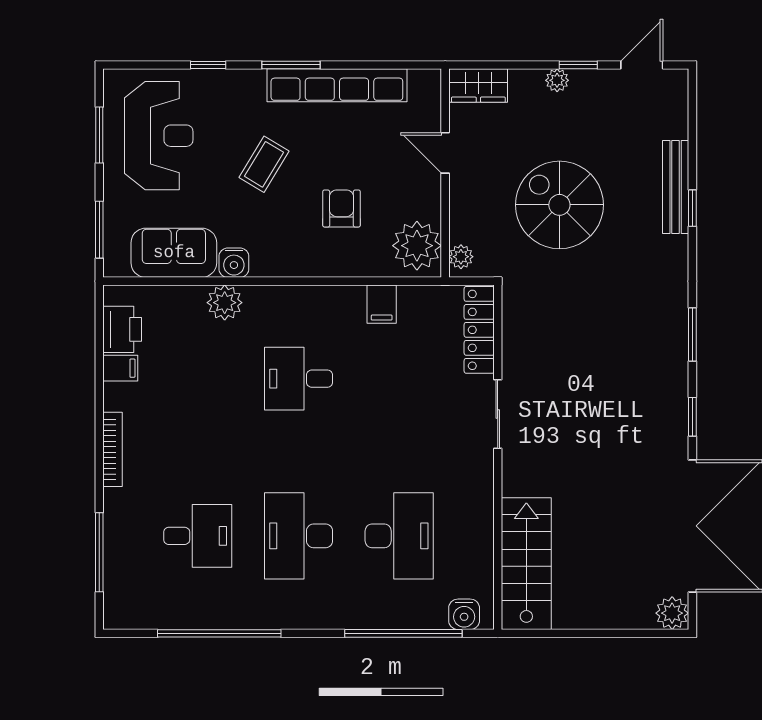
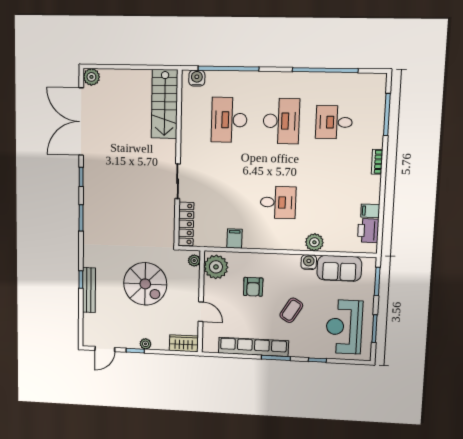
bookcase: (113, 449) -> (377, 162), width x0.64

